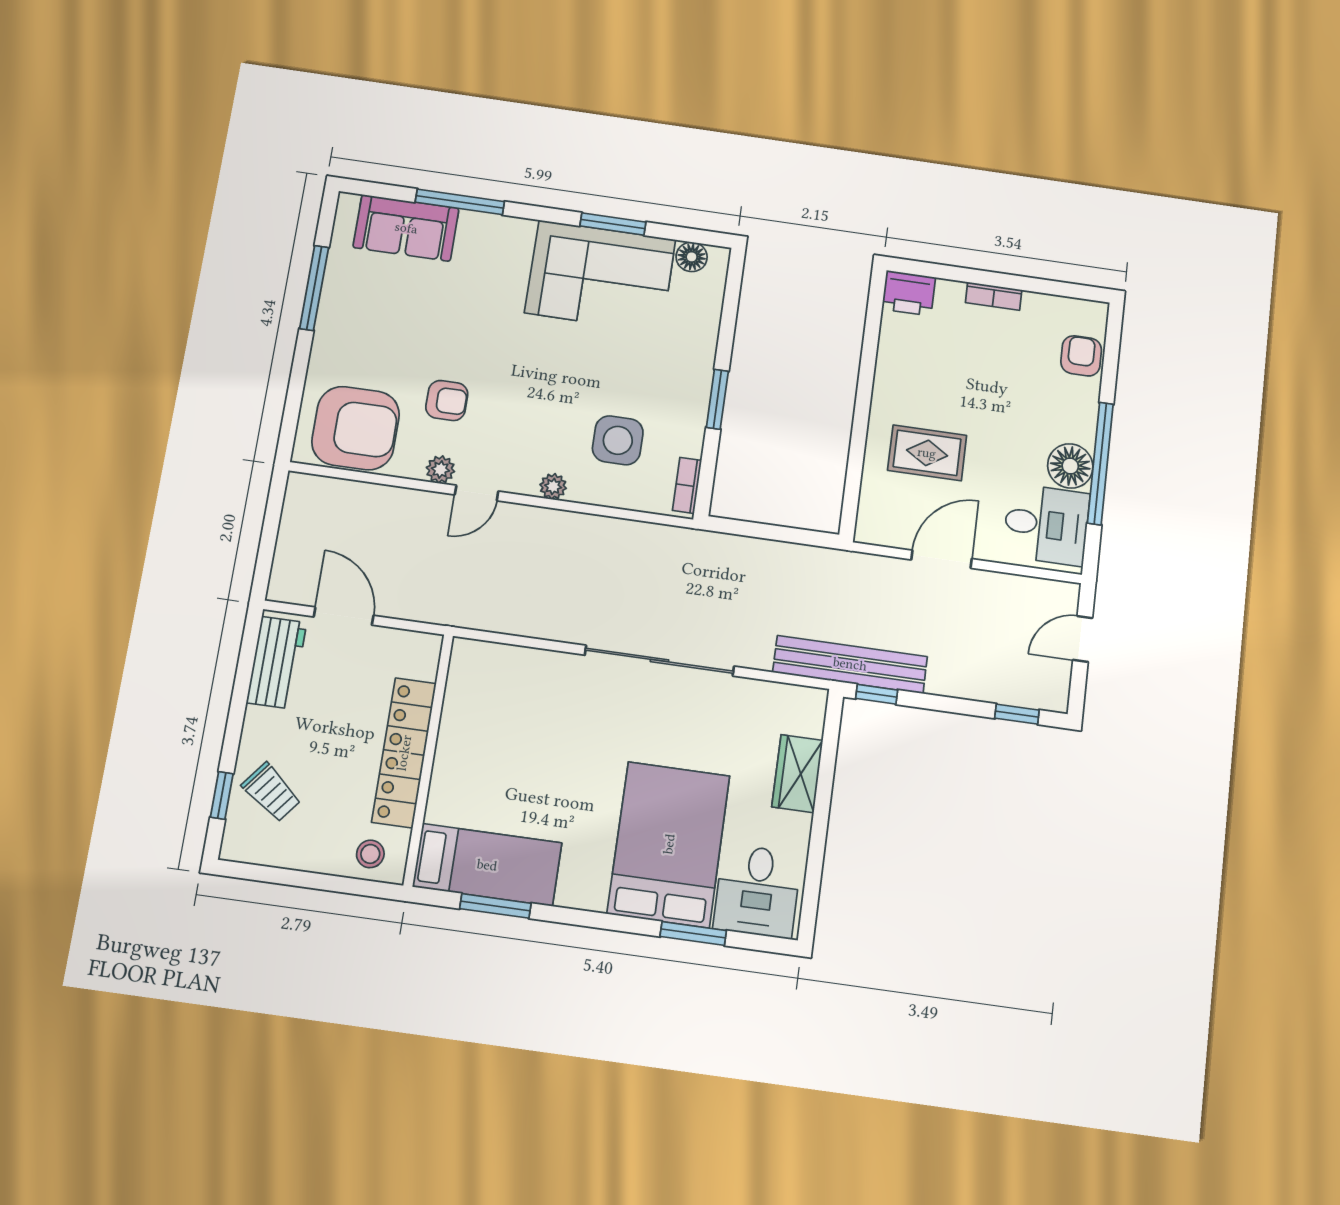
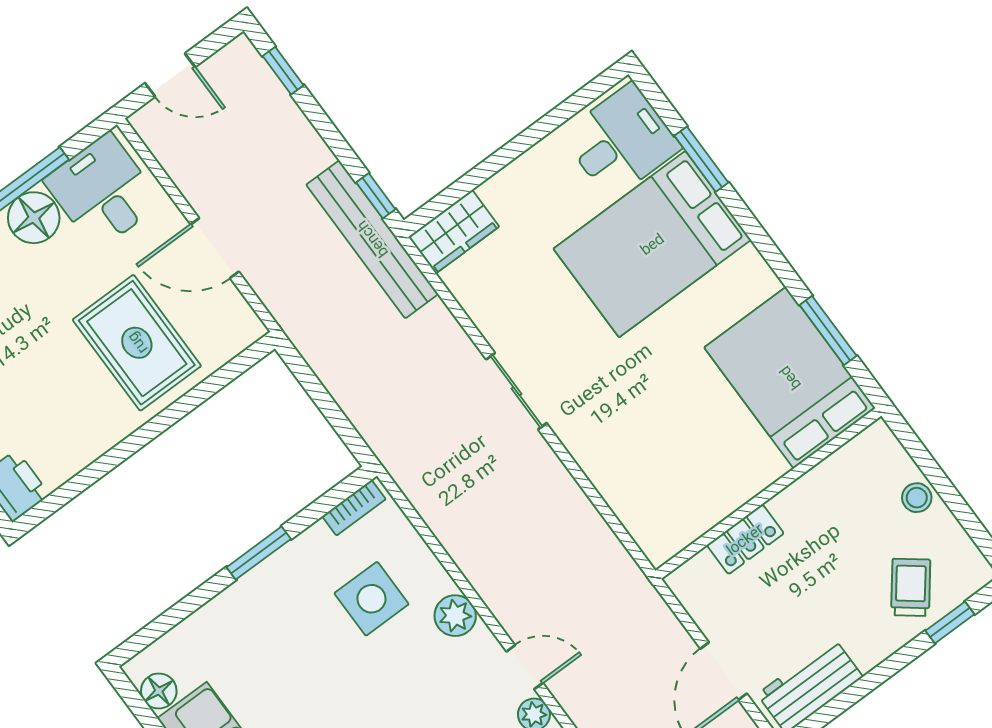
rug: (927, 453) -> (137, 343), width x1.36, depth x1.43
plant: (553, 486) -> (455, 616), width x1.38, depth x1.38
sliding door: (659, 661) -> (516, 391), width x0.54
locker: (404, 753) -> (745, 539), width x0.46, depth x0.83
wardrobe: (797, 774) -> (454, 232), moved
stool: (370, 854) -> (917, 498), moved
bed: (487, 865) -> (790, 378), width x1.50

